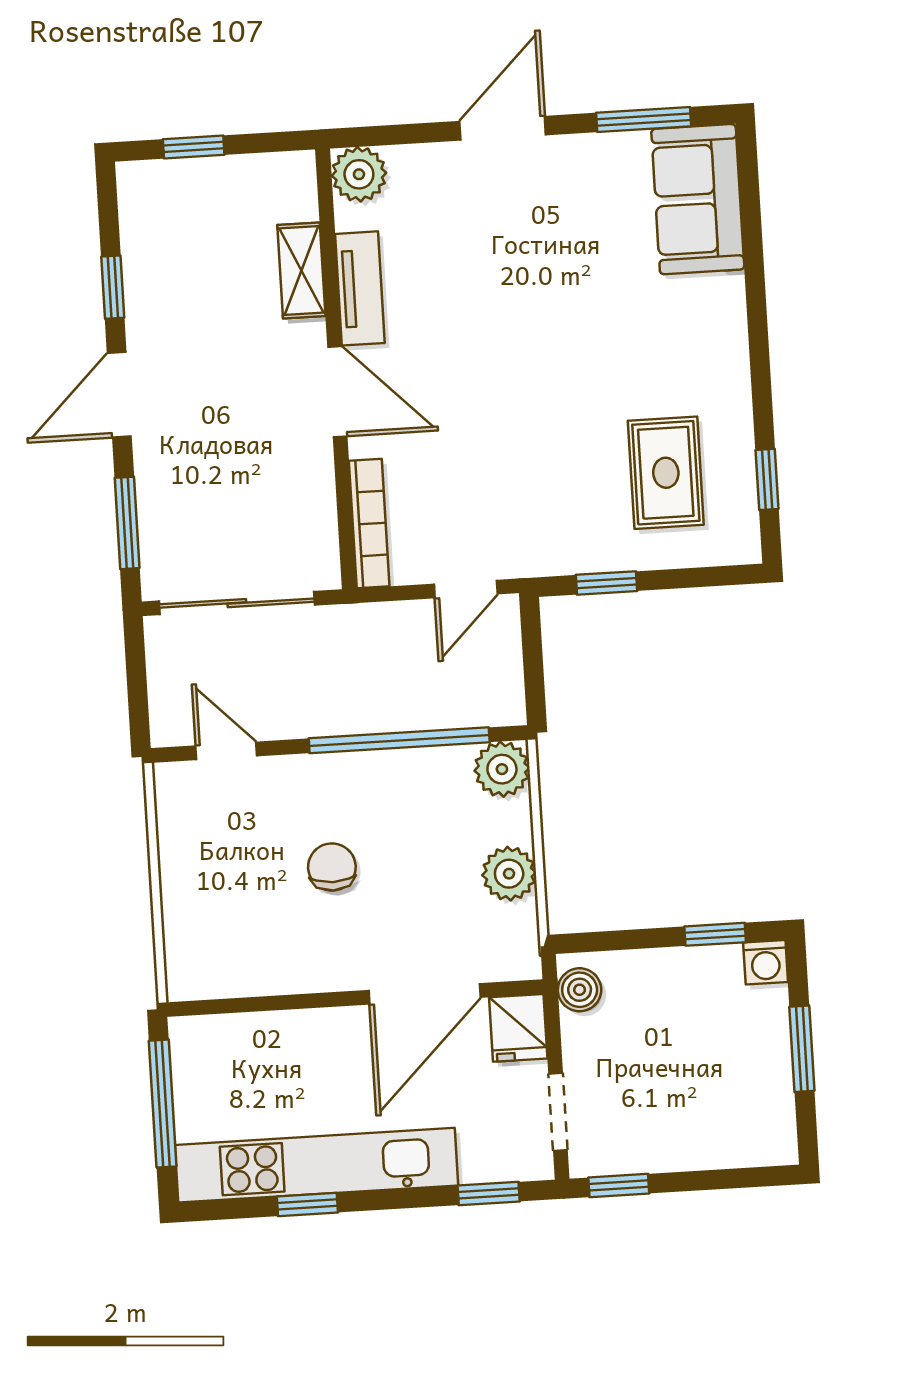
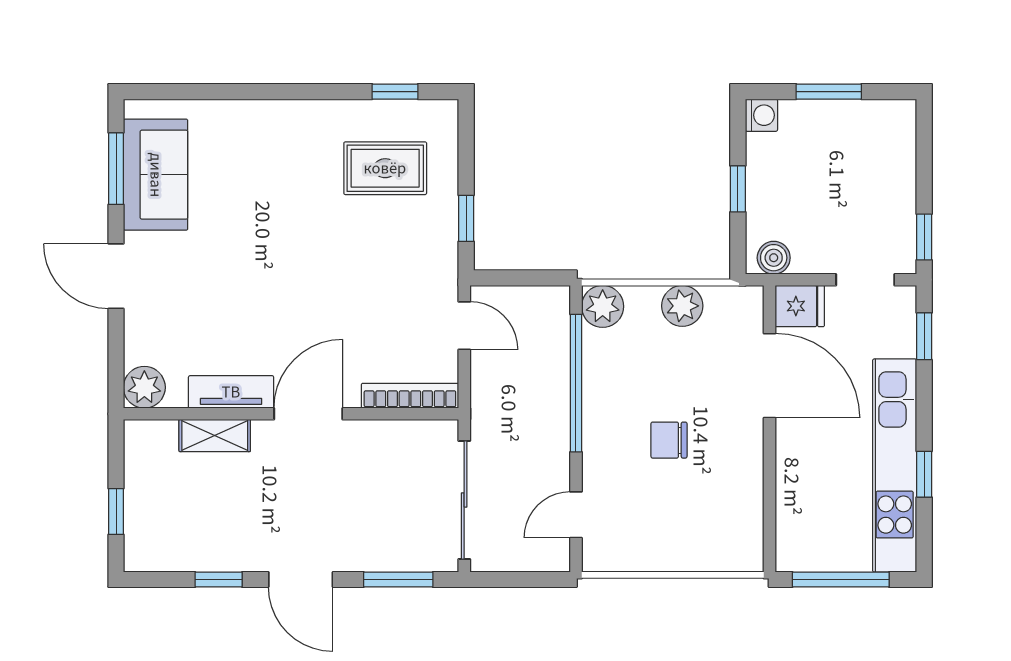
sofa: (698, 199) -> (156, 175), moved, turned -90
window: (715, 934) -> (738, 189), moved

